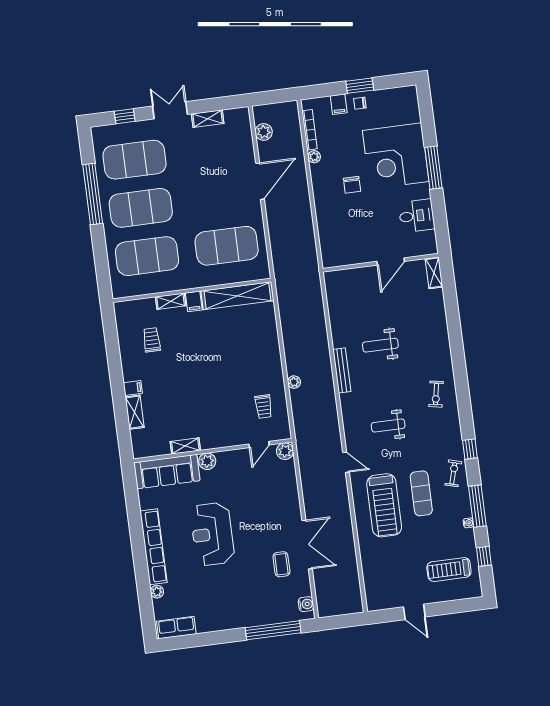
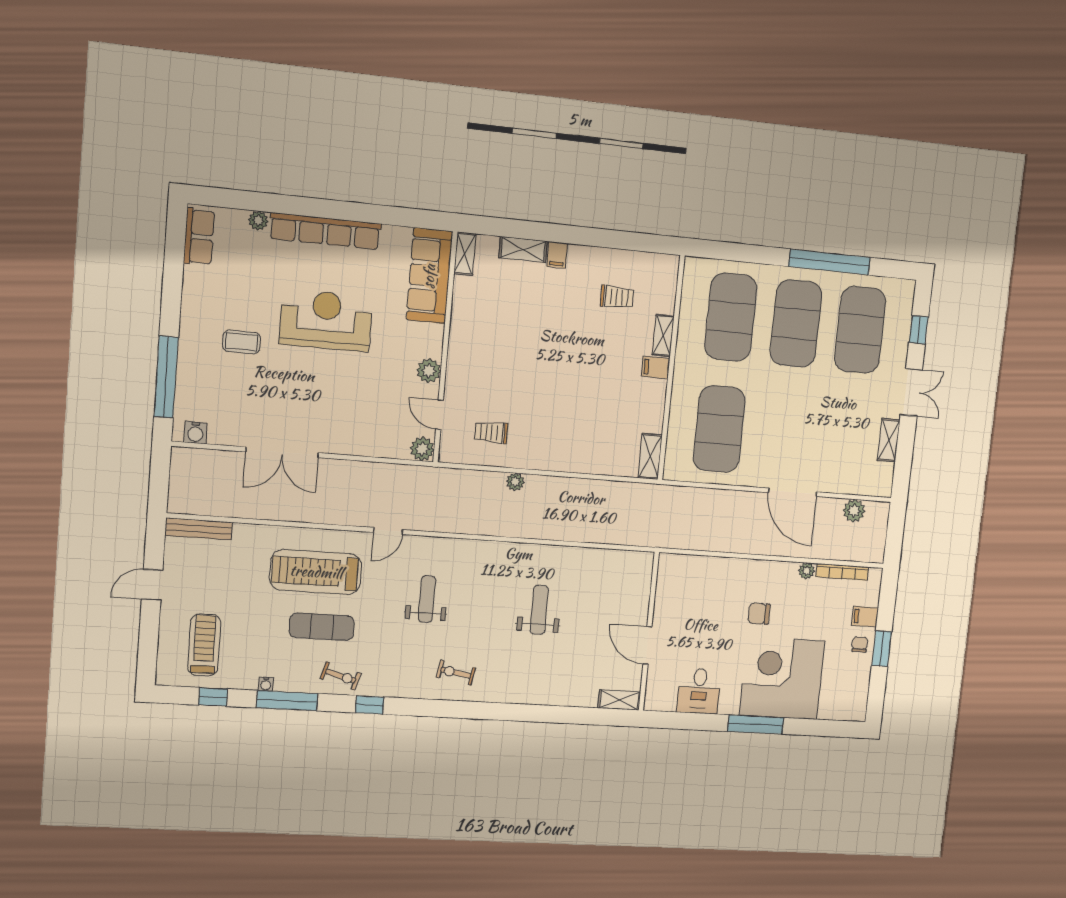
shelving: (237, 296) -> (650, 456), width x0.45, depth x0.75
bench: (342, 370) -> (199, 529), moved
shelving: (185, 446) -> (465, 254), moved
plant: (207, 461) -> (429, 371), moved
coffee table: (281, 564) -> (242, 342), moved

